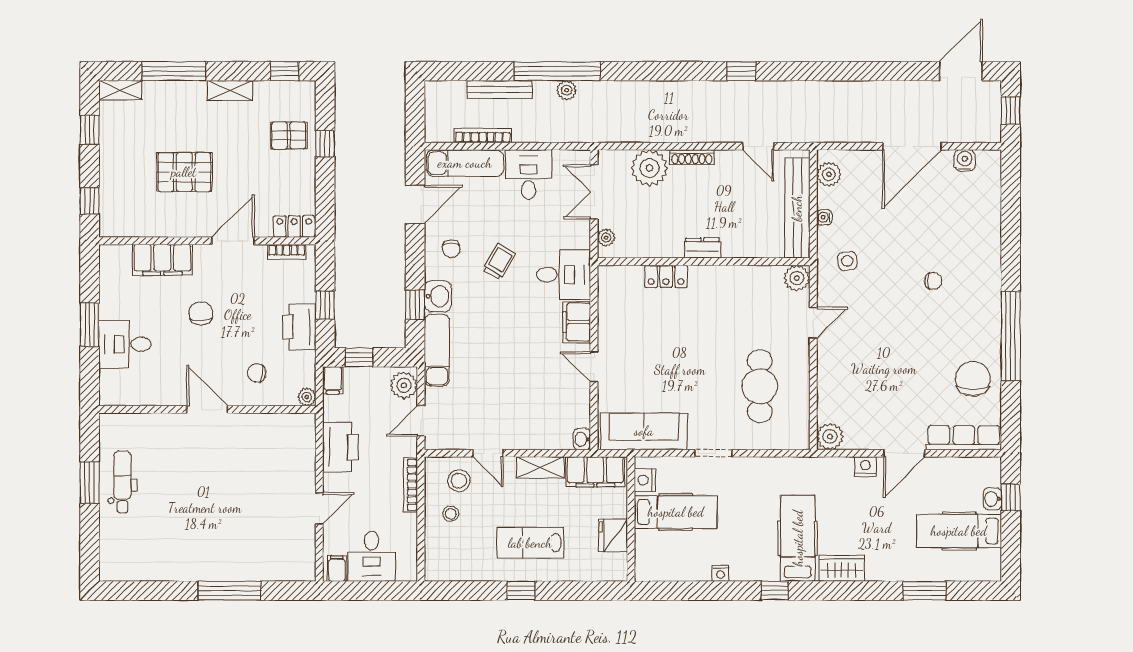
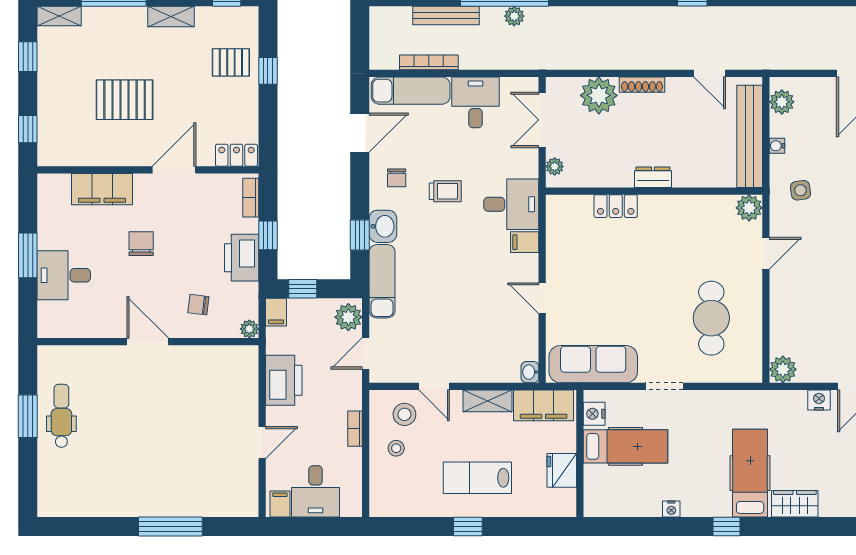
bookcase: (287, 252) -> (251, 198), moved, turned 90
trolley: (499, 262) -> (445, 191), turned 59
filing cabinet: (577, 322) -> (525, 242), width x0.50
bookcase: (410, 485) -> (355, 429), width x0.64

